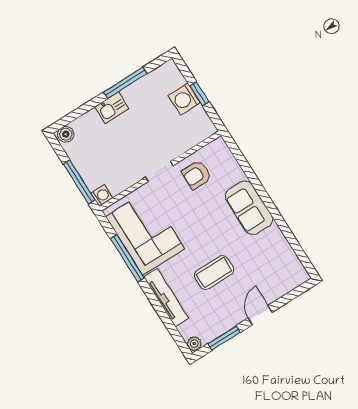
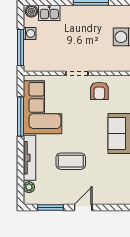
kitchen sink: (112, 108) -> (49, 13), moved
armchair: (197, 175) -> (99, 91), turned -90
washing machine: (102, 196) -> (30, 33), moved
plant: (194, 344) -> (29, 187), moved

